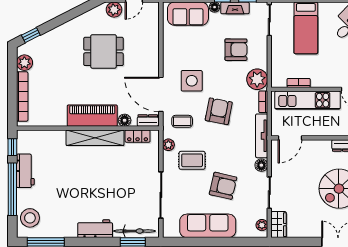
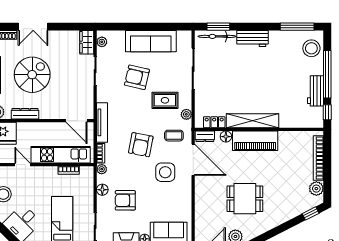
plant: (257, 79) -> (102, 169), width x0.53, depth x0.53
door: (290, 138) -> (76, 121), swing flipped
floor lamp: (261, 165) -> (102, 190), moved

